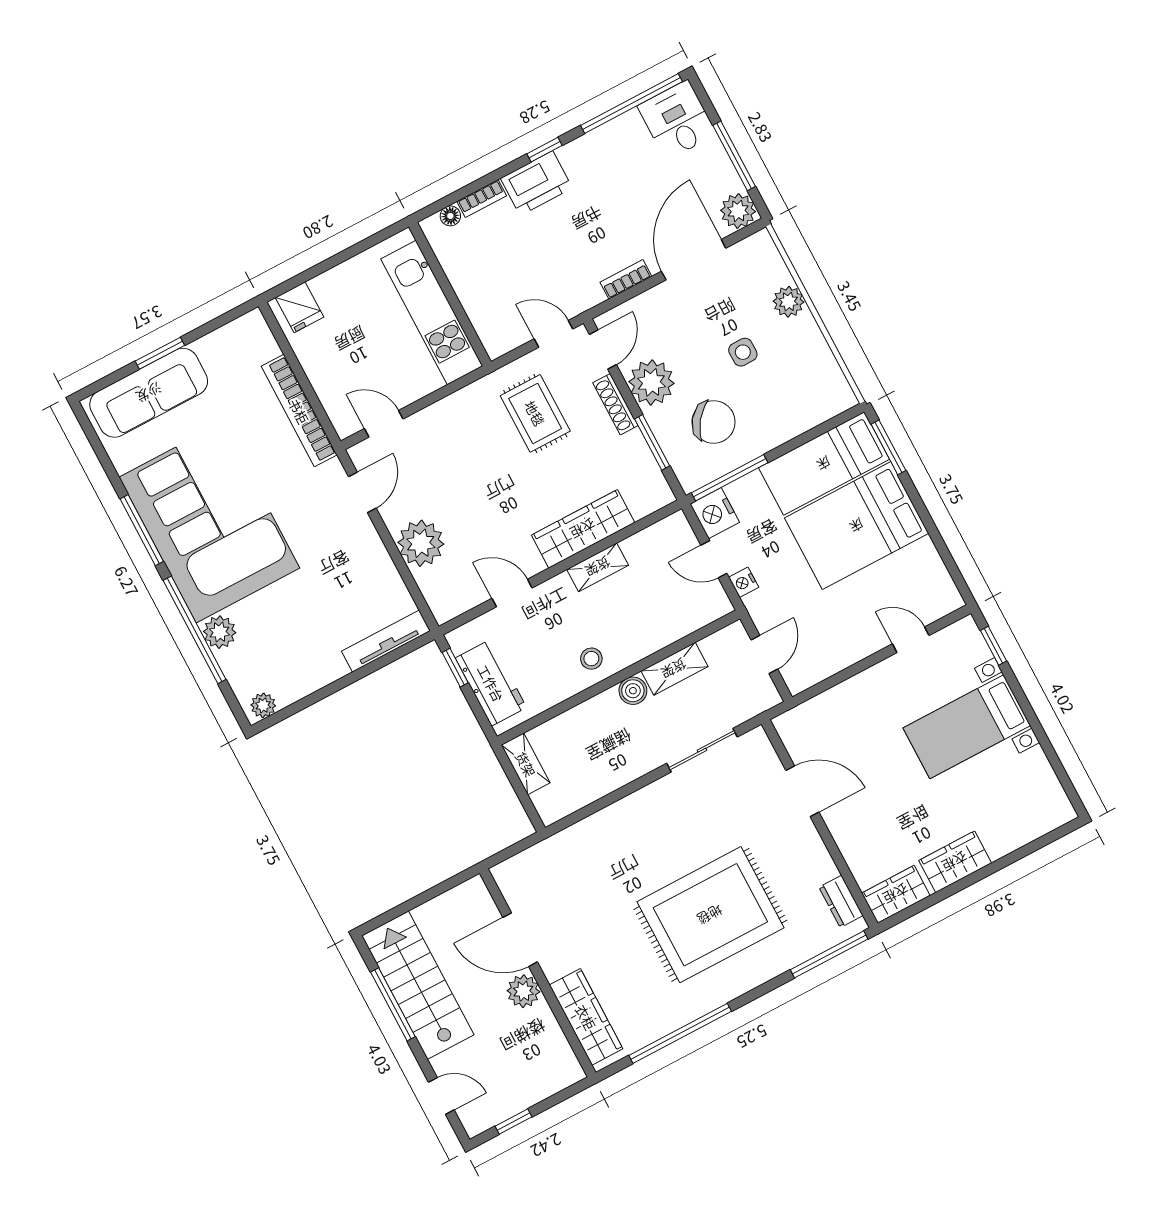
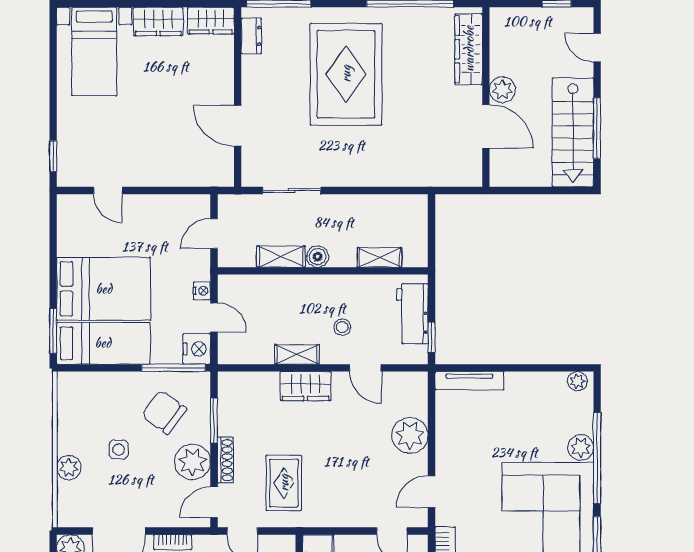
wardrobe: (583, 529) -> (306, 386), width x0.67
stool: (591, 659) -> (342, 327), moved
bed with nightstands: (967, 727) -> (94, 52), moved, turned 90
shelving: (526, 764) -> (379, 257), moved, turned 90
rug: (710, 915) -> (346, 74), turned 90

